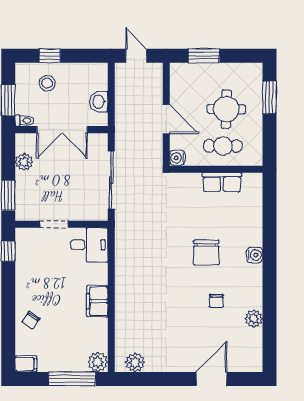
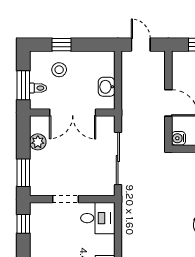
toilet: (24, 121) -> (38, 88), moved

